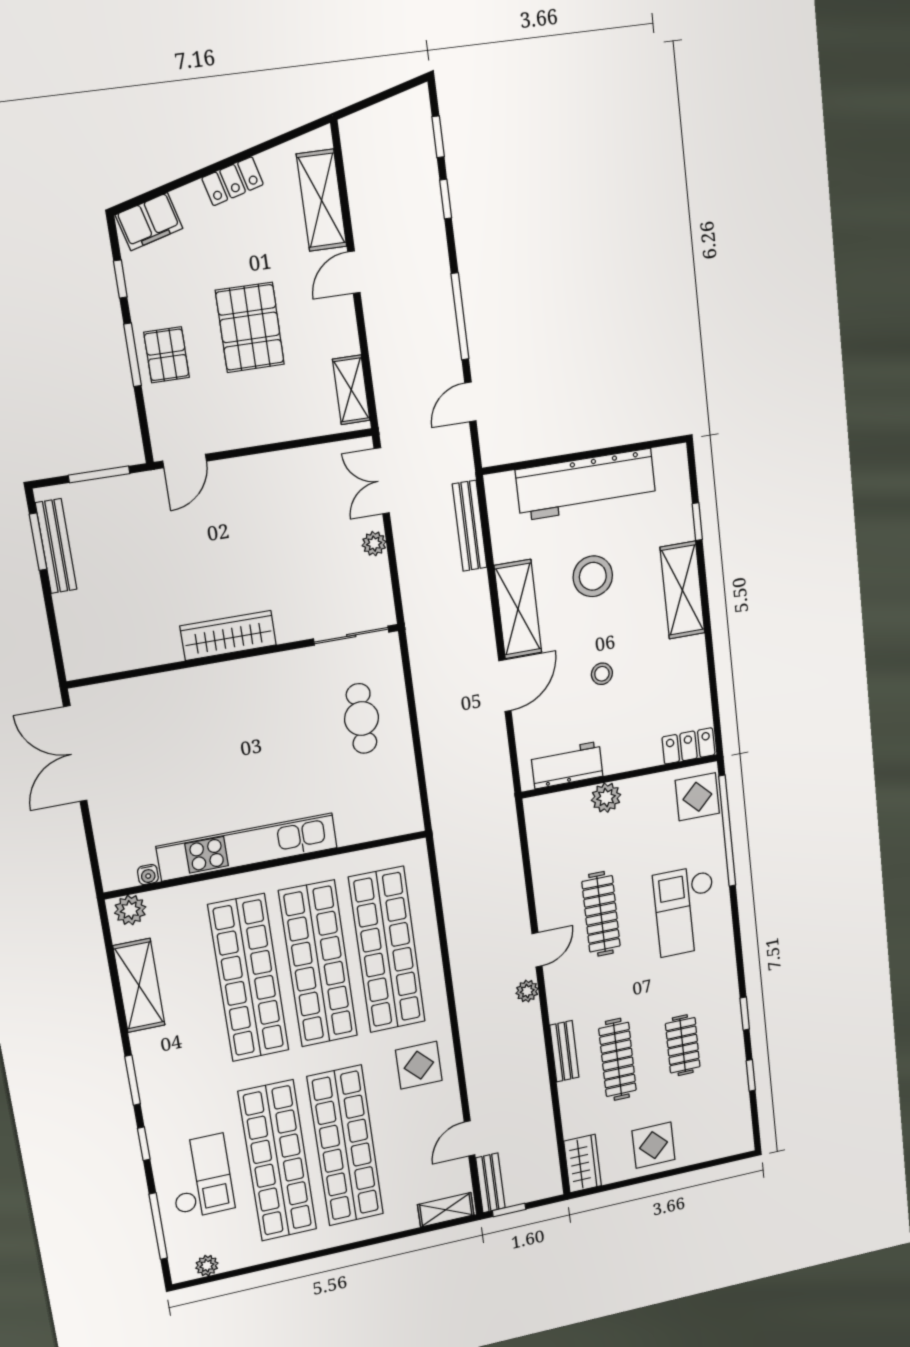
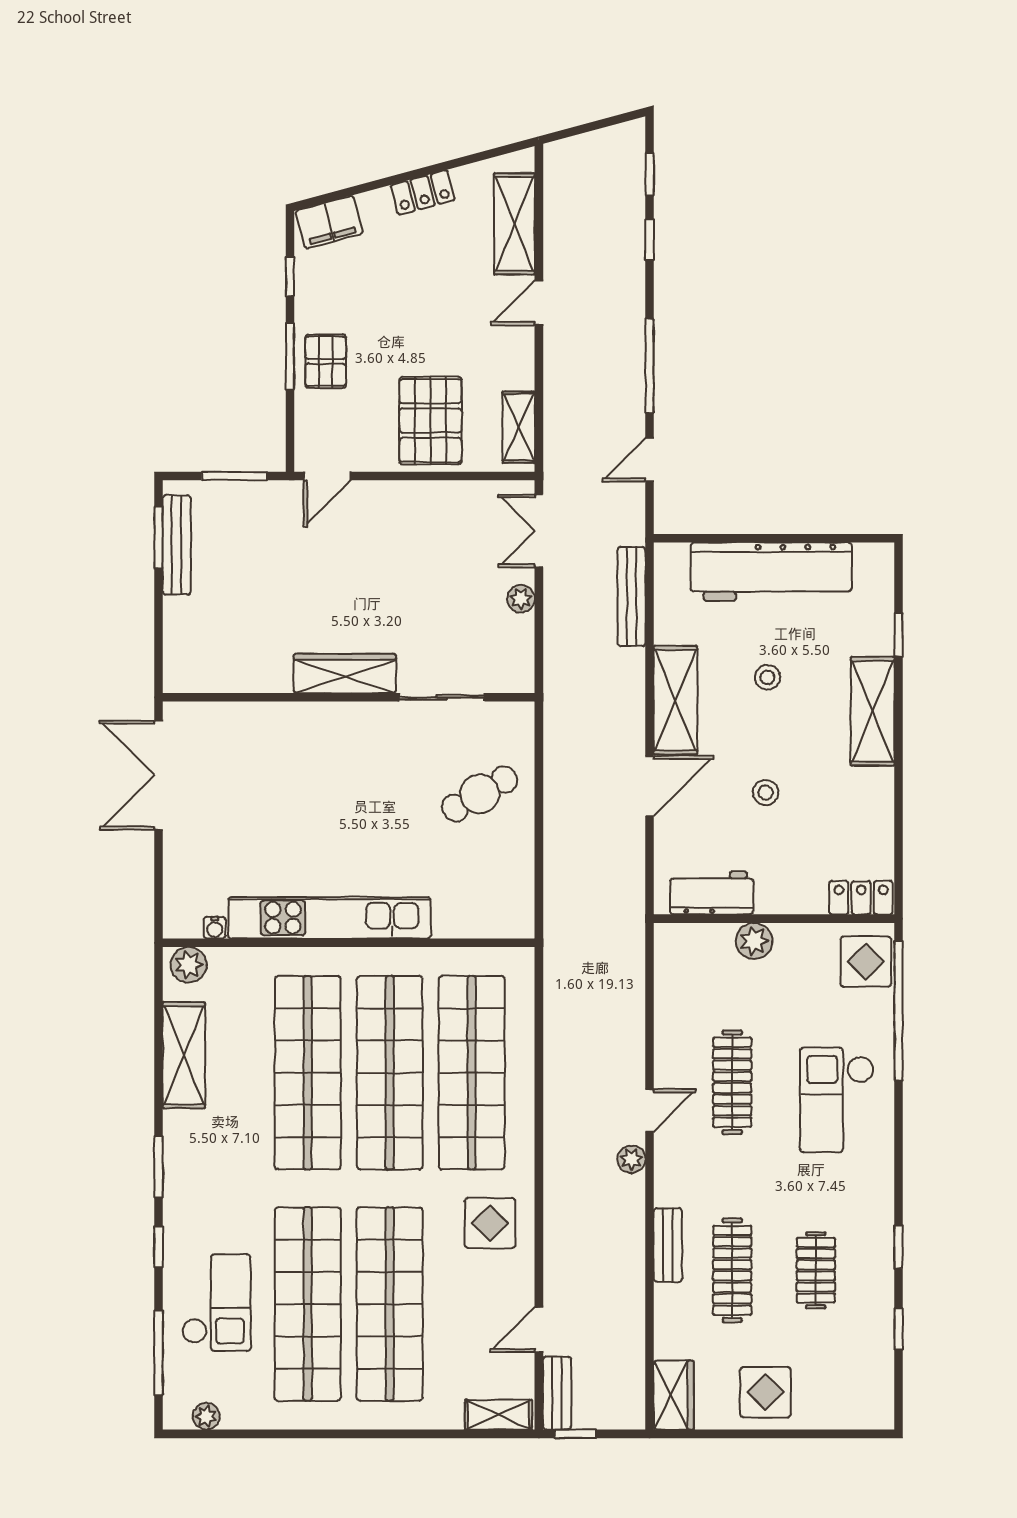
pallet: (250, 327) -> (430, 421), moved
stool: (593, 576) -> (767, 677), width x0.53, depth x0.53
sliding door: (351, 636) -> (442, 697), moved
cafe table: (362, 718) -> (480, 794), turned 60

